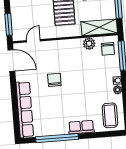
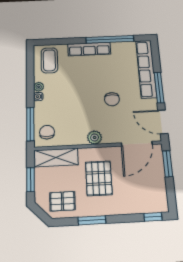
door: (33, 41) -> (137, 144), width x1.88
plant: (89, 44) -> (95, 137), moved
window: (14, 92) -> (159, 88), added
row of seats: (81, 127) -> (89, 49), width x1.48

